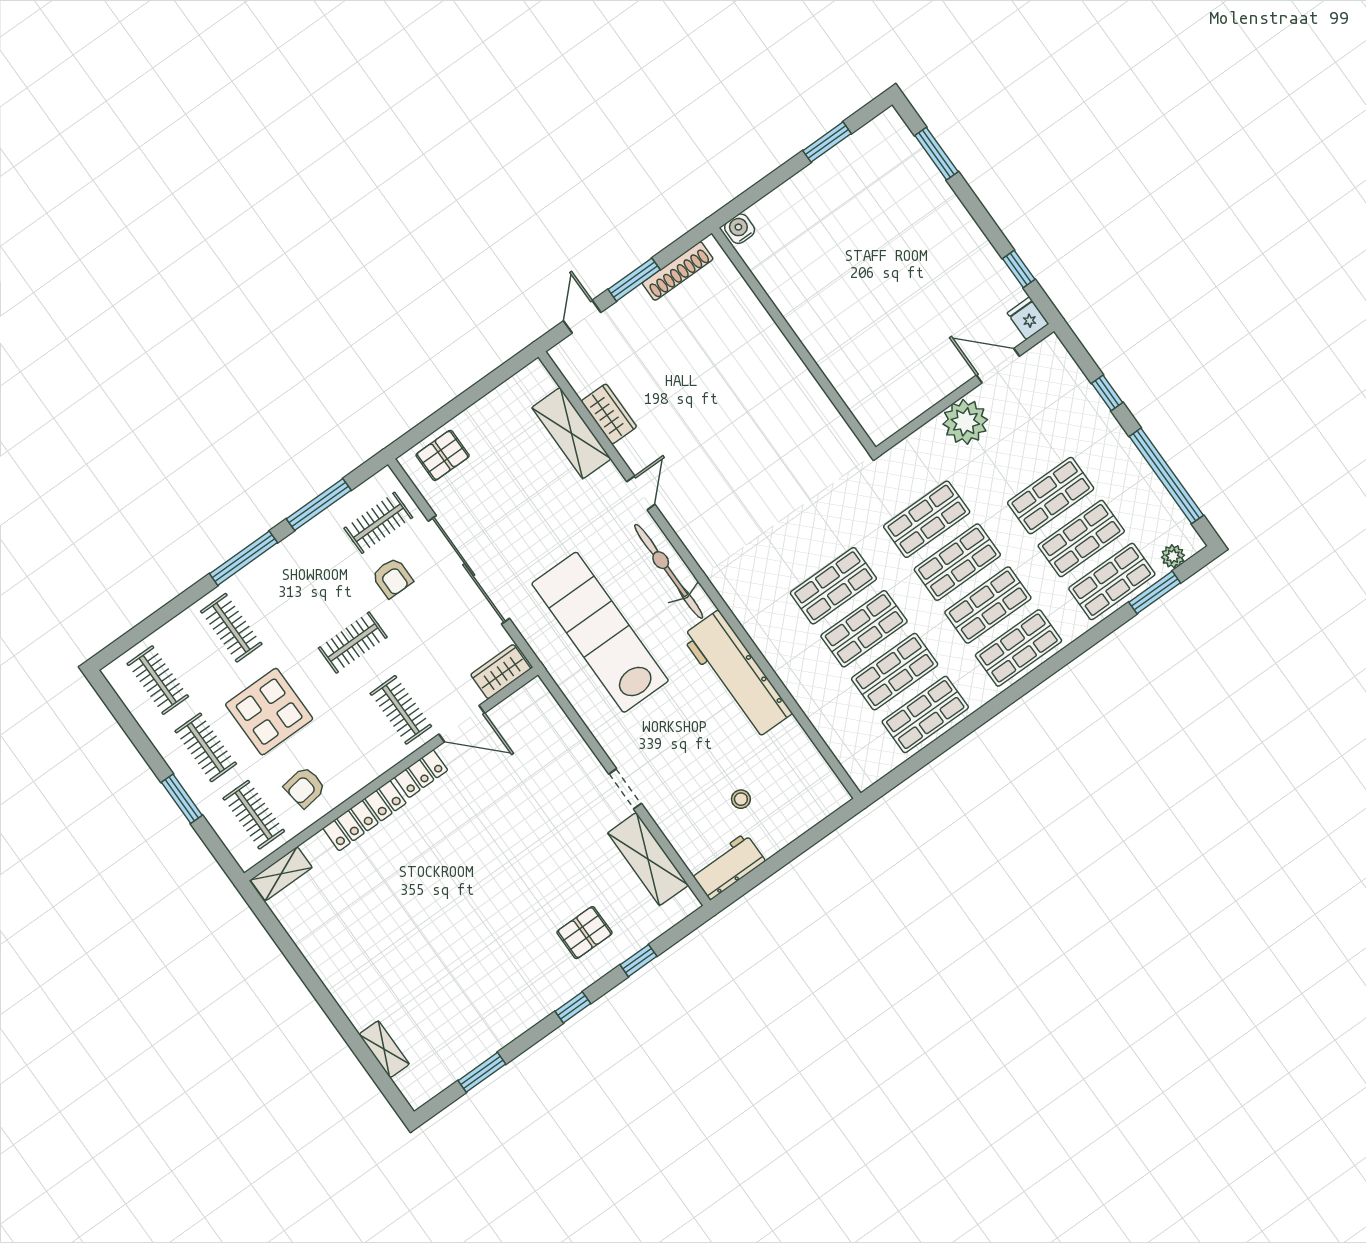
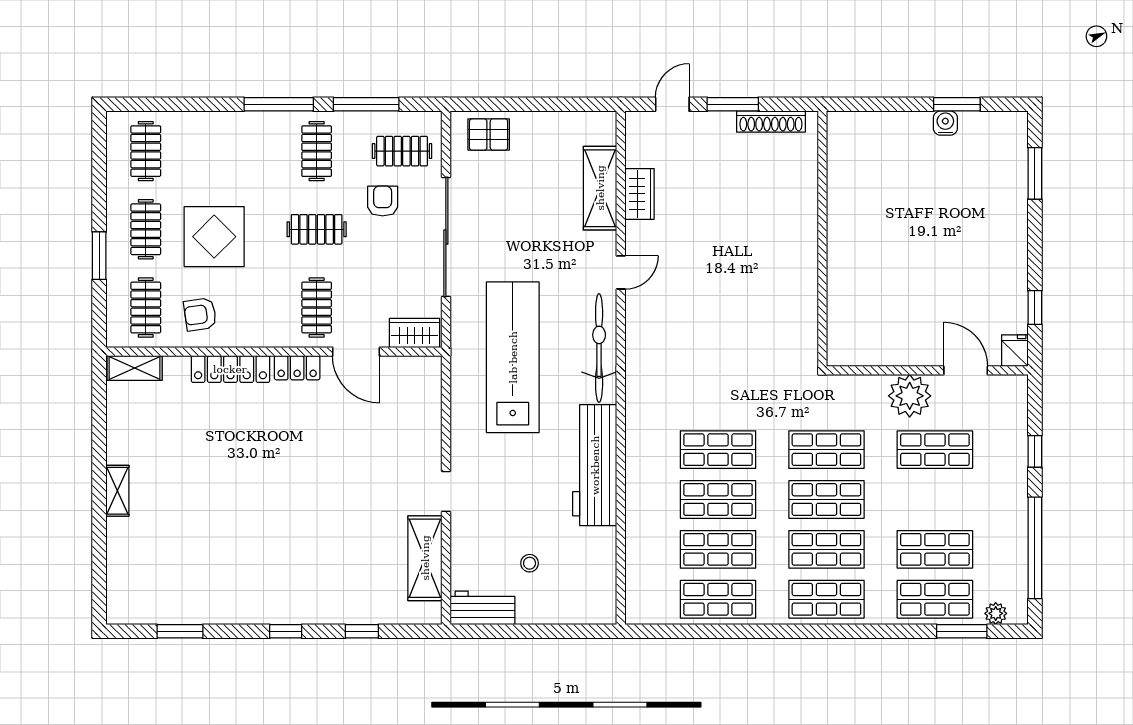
water cooler: (740, 229) -> (945, 123), moved
shop shelf: (1051, 496) -> (935, 450), moved
armchair: (392, 578) -> (383, 201), turned 180
clothes rail: (231, 628) -> (317, 151), moved
pallet: (584, 933) -> (336, 580), removed
shelving: (384, 1049) -> (117, 491), moved

